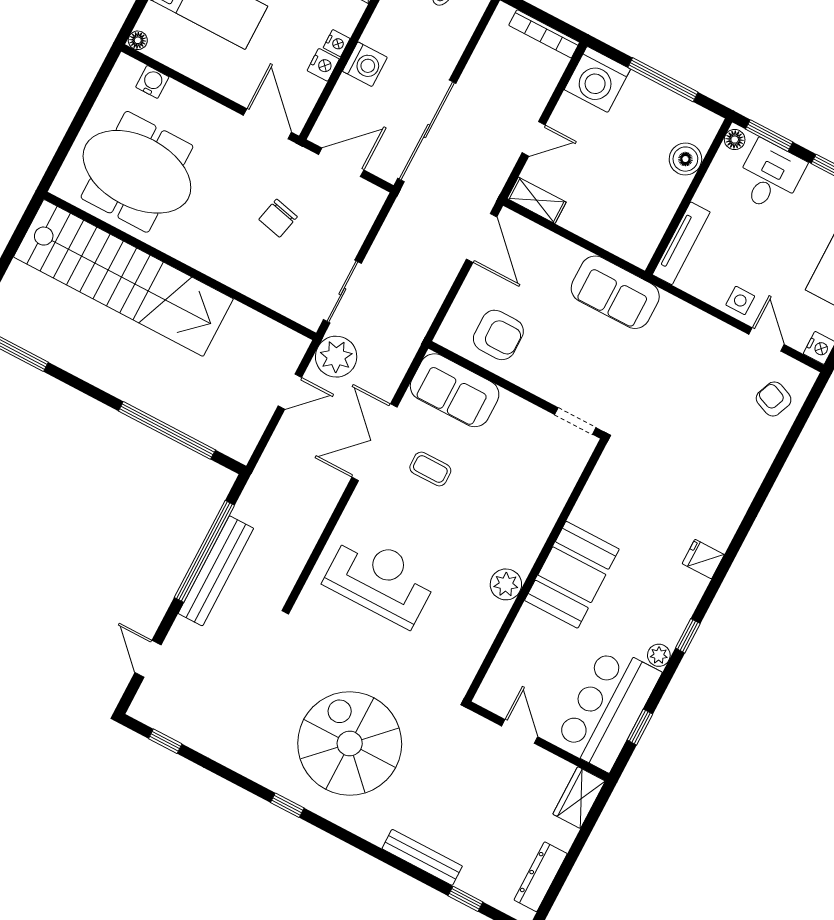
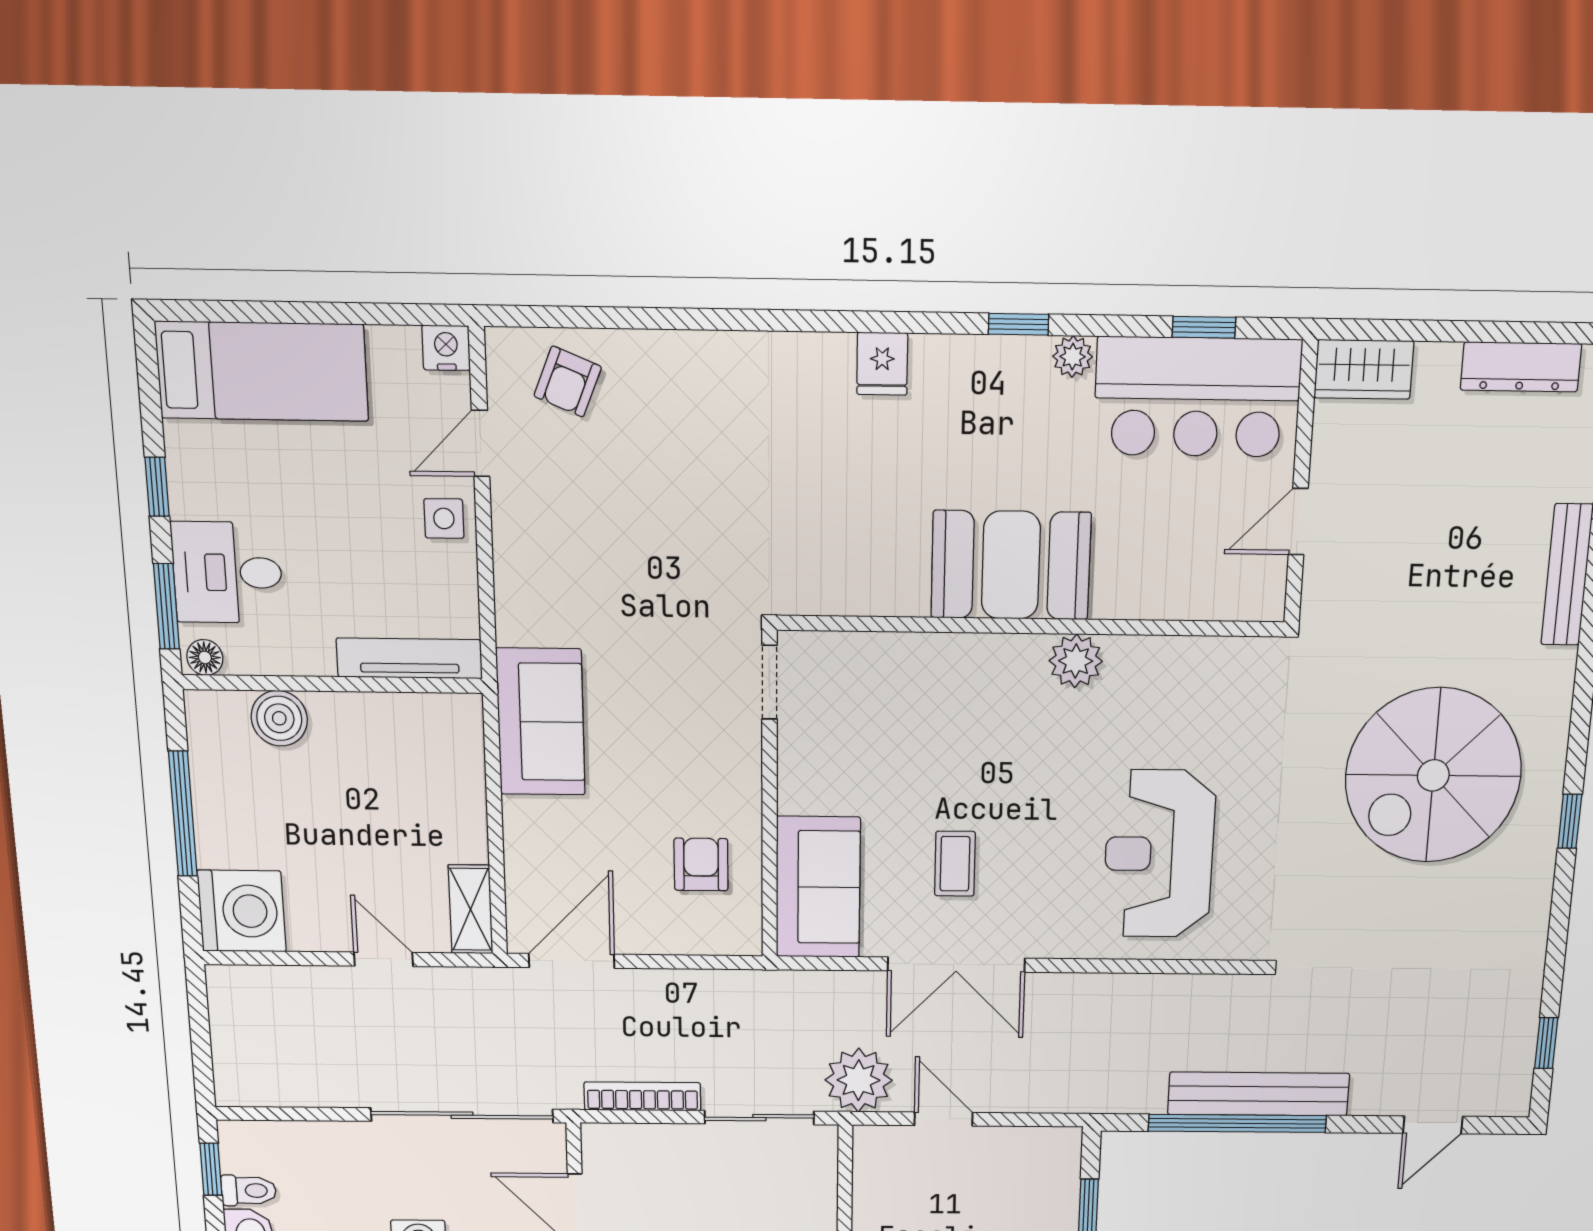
bookcase: (544, 34) -> (642, 1096), moved, turned -90
armchair: (498, 335) -> (701, 864), width x0.72, depth x0.72

